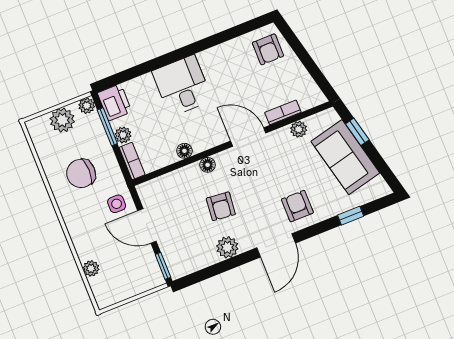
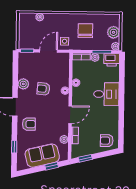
window: (317, 75) -> (85, 158), added

